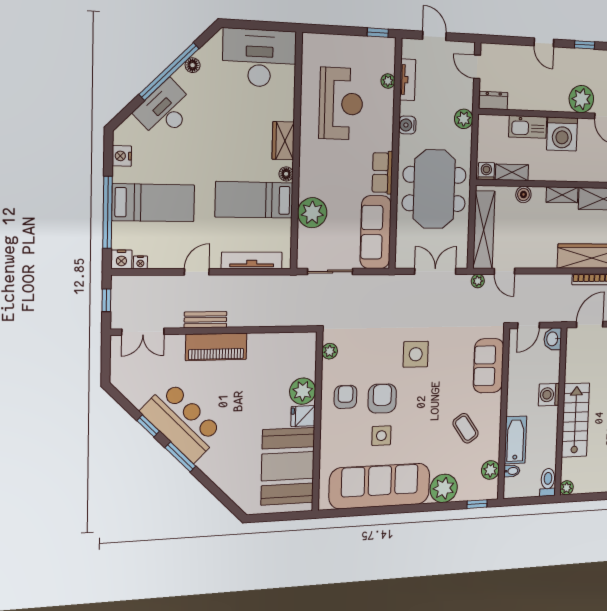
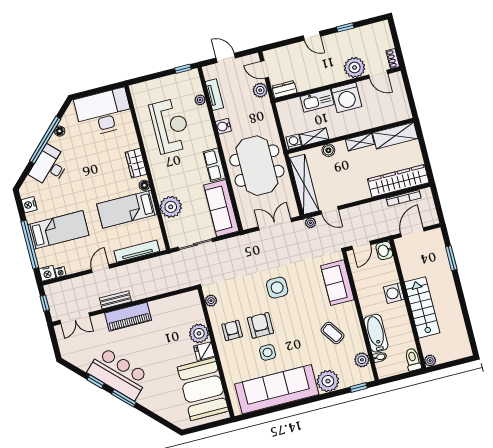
plant: (464, 119) -> (260, 90), moved

